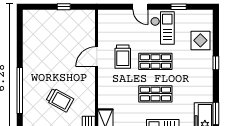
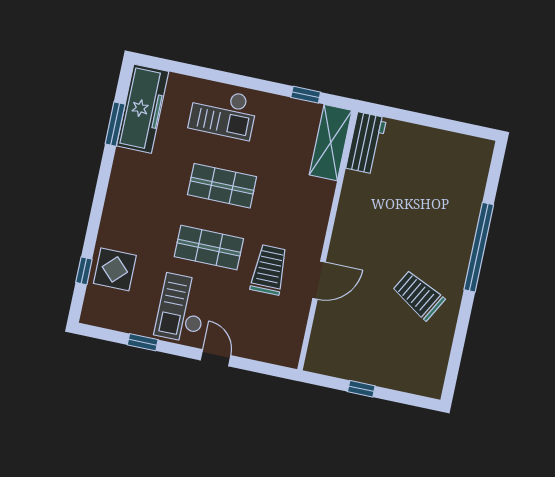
window: (216, 63) -> (84, 271), moved
trolley: (60, 100) -> (418, 295), moved

